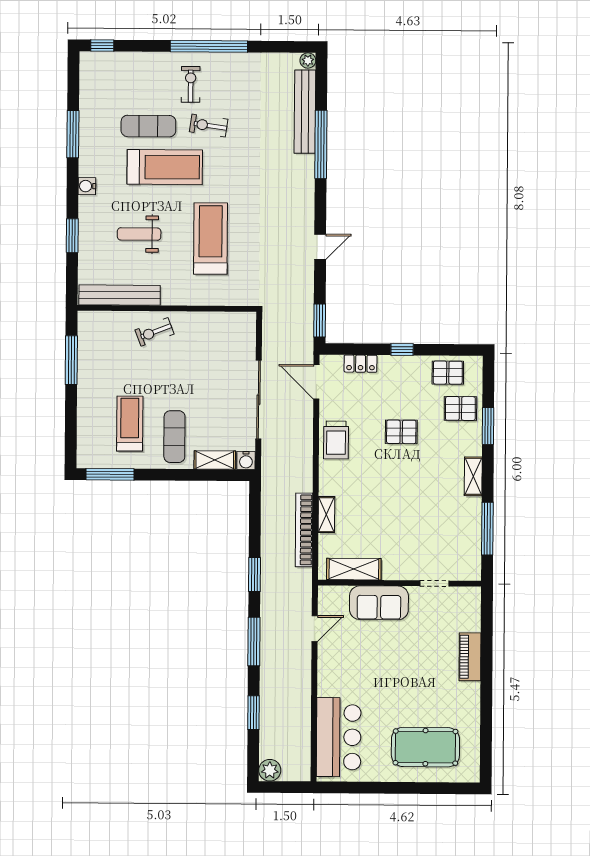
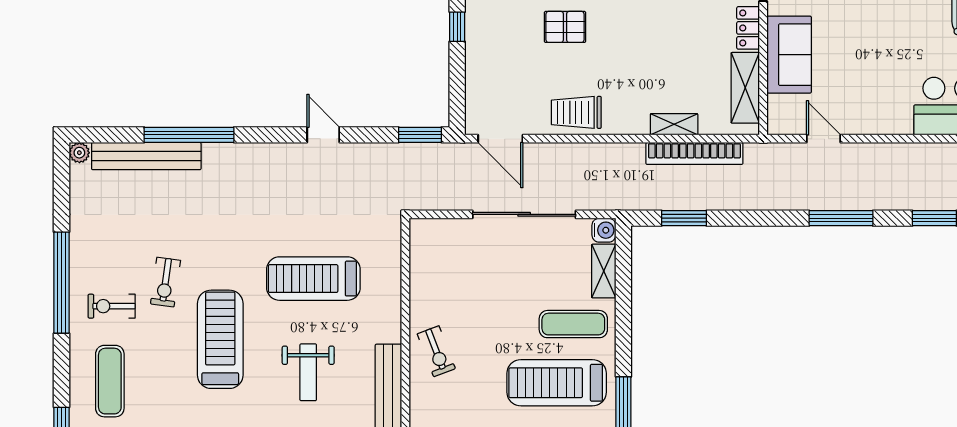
exercise mat: (148, 126) -> (110, 381), moved
locker: (361, 364) -> (748, 28), moved, turned 180
door: (316, 382) -> (500, 139), hinge flipped
treadmill: (130, 424) -> (557, 383), width x1.37, depth x1.38
pallet: (401, 432) -> (565, 27), turned 90
trolley: (336, 440) -> (576, 112), turned 180
window: (254, 575) -> (684, 218), moved

